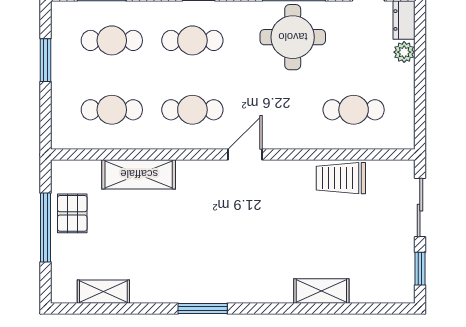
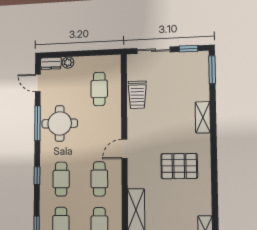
door: (245, 155) -> (124, 149), hinge flipped
pallet: (214, 250) -> (179, 166), added
shelving: (321, 291) -> (203, 117), moved
window: (203, 309) -> (212, 70), moved

